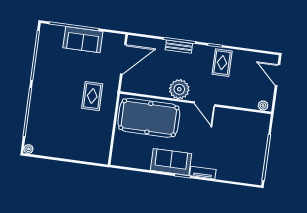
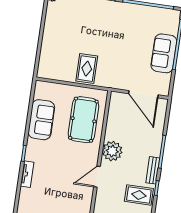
bench: (179, 47) -> (153, 170), moved
rug: (92, 96) -> (87, 69), moved, turned 90
pool table: (149, 118) -> (83, 120), width x0.73, depth x0.76
sofa: (171, 162) -> (41, 120), moved

